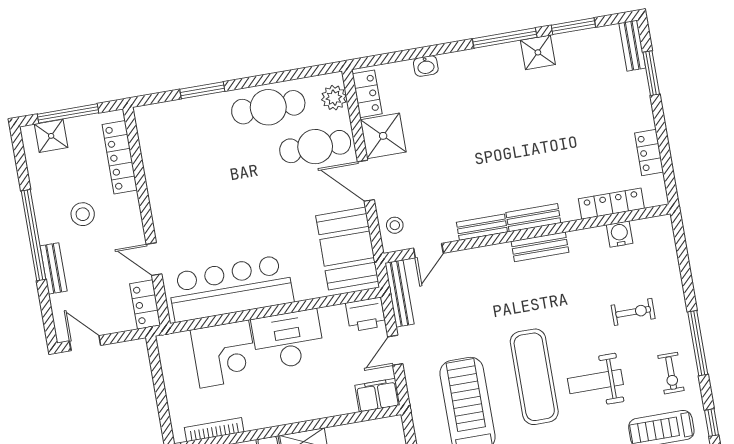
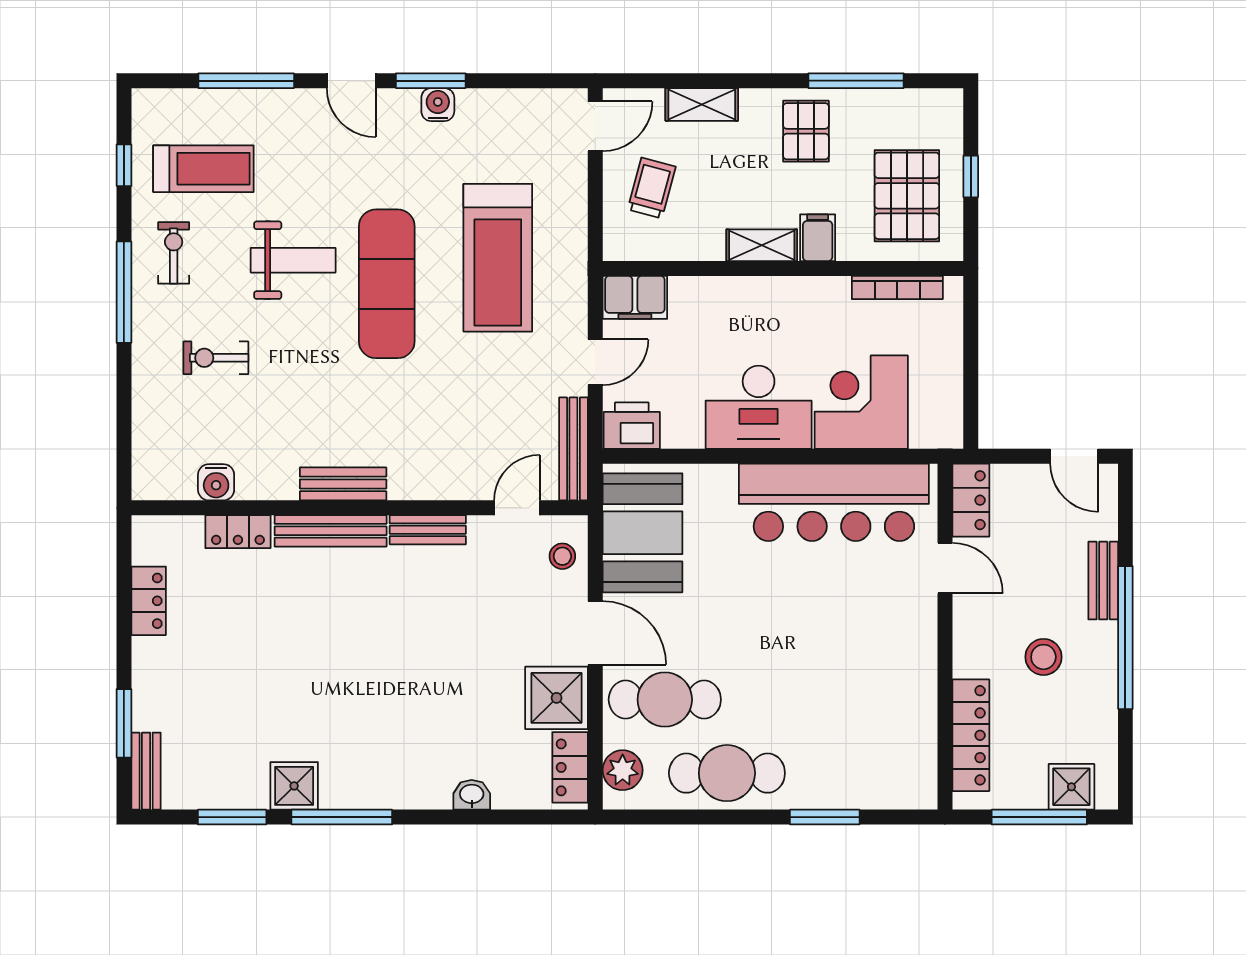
locker: (611, 204) -> (238, 532), width x0.66
bench: (533, 218) -> (331, 531), width x1.36

